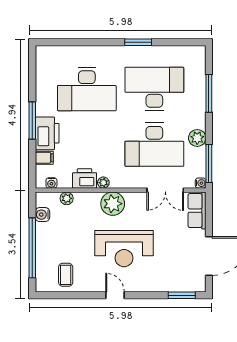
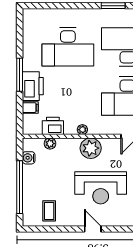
printer: (85, 178) -> (53, 126), moved
water cooler: (51, 183) -> (37, 130), removed

